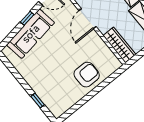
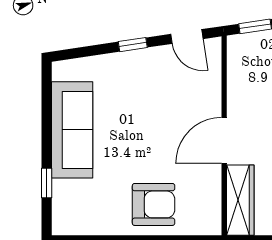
door: (87, 19) -> (224, 140), moved
sofa: (31, 34) -> (72, 130), moved, turned -82

